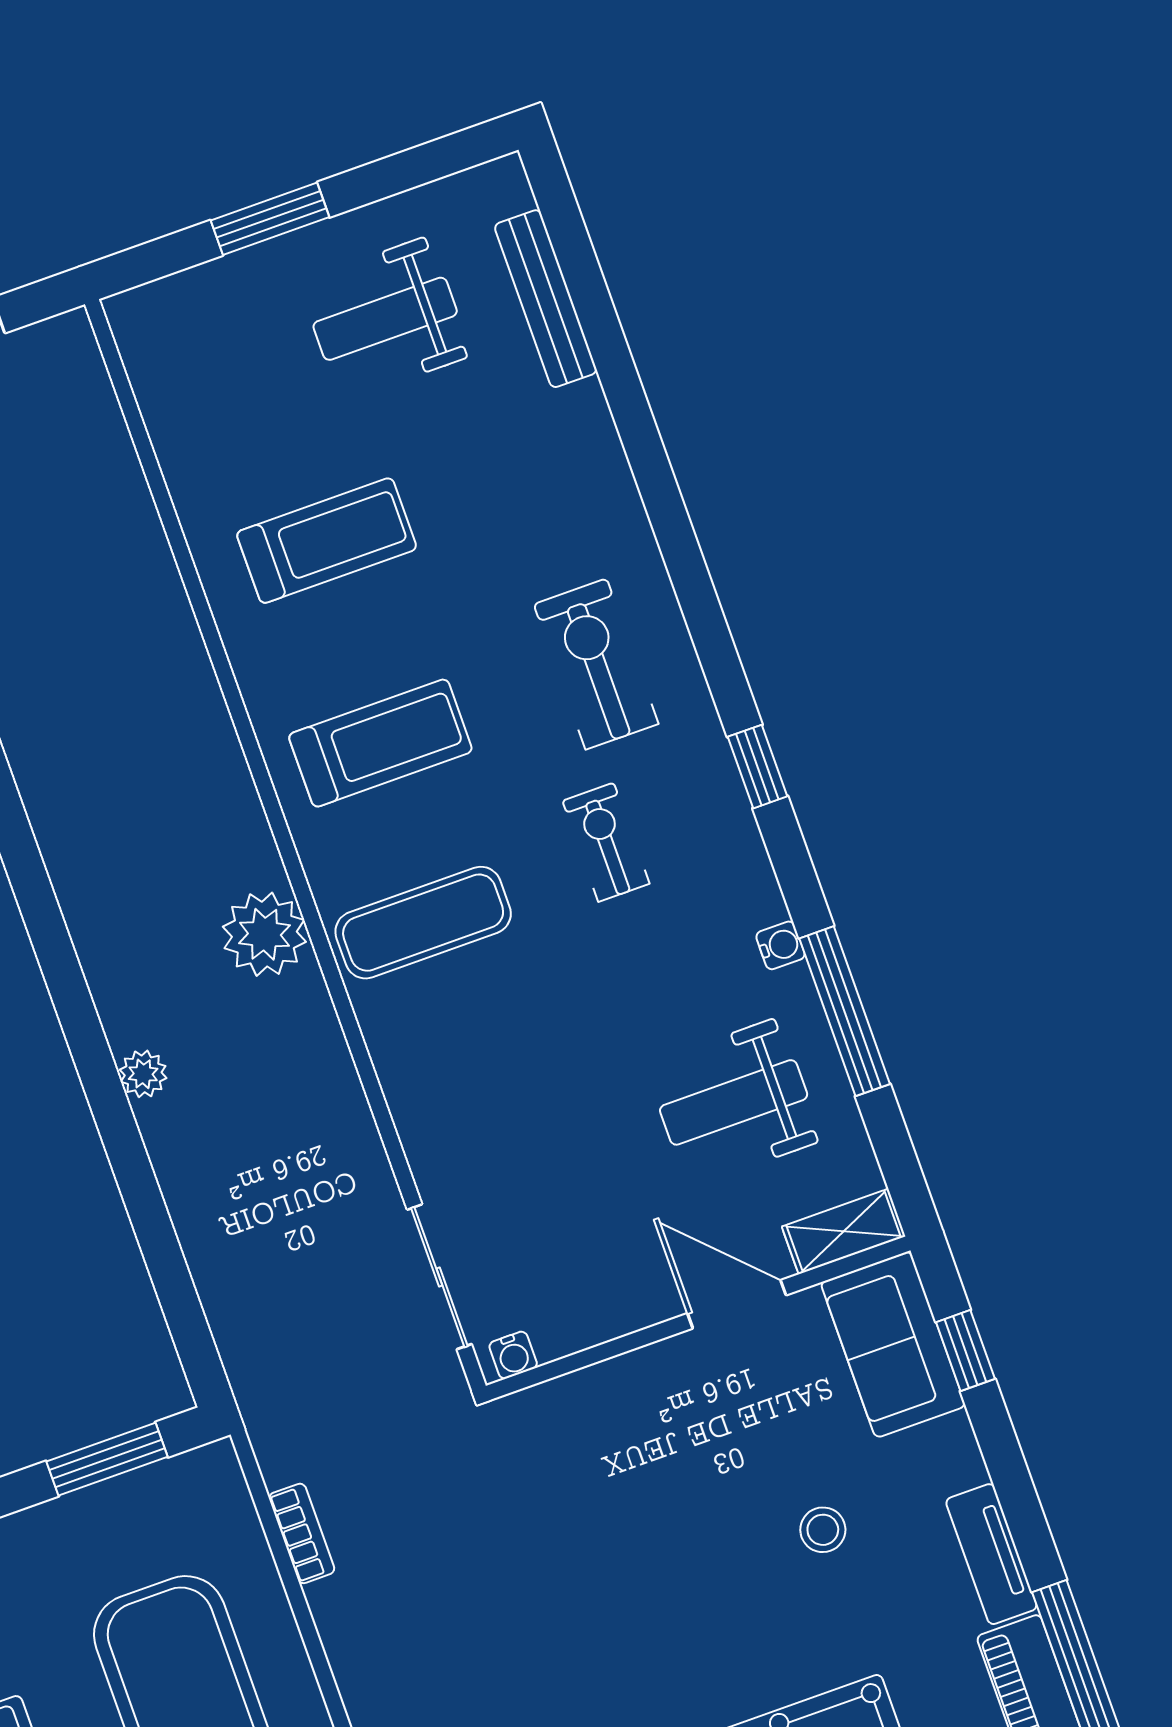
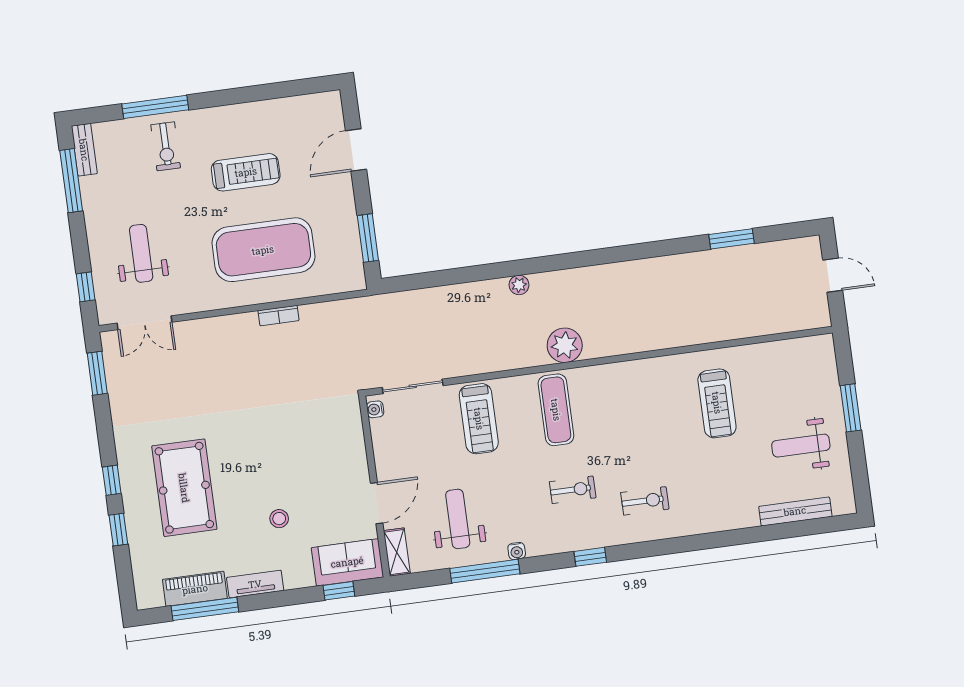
weight bench: (385, 319) -> (801, 446), turned -90
exercise bike: (596, 664) -> (645, 501), width x0.73, depth x0.72
treadmill: (380, 743) -> (479, 419), moved
bookcase: (302, 1533) -> (278, 316), moved

